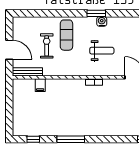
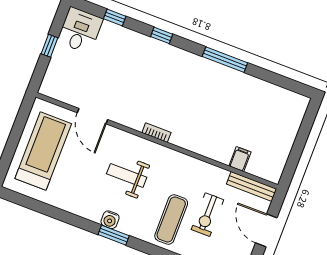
window: (33, 139) -> (162, 35), moved

